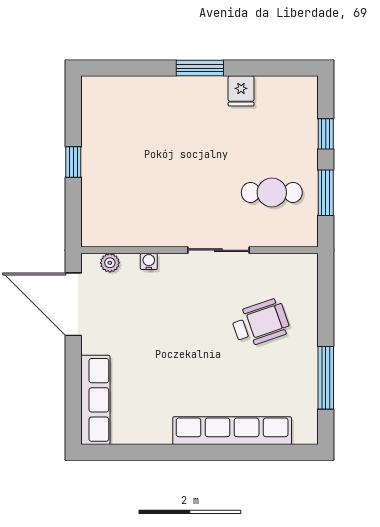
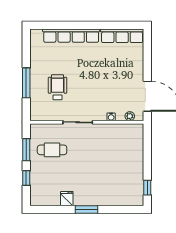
window: (73, 162) -> (147, 188), moved
wheelchair: (260, 323) -> (58, 87), turned 109
window: (326, 378) -> (26, 83), moved
row of seats: (95, 400) -> (122, 36), moved, turned -90

